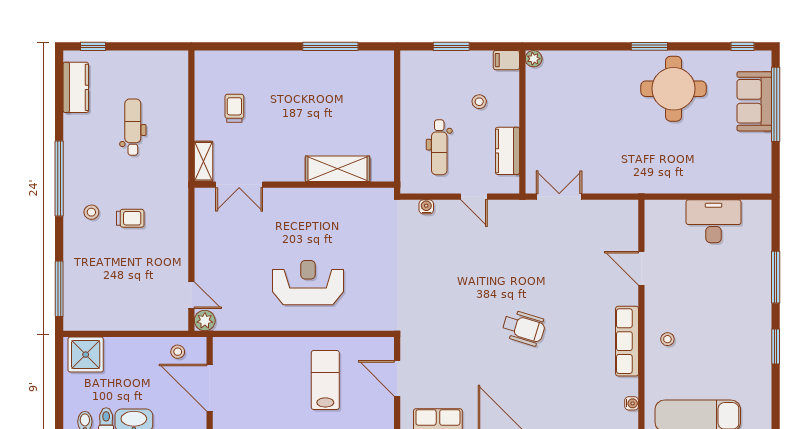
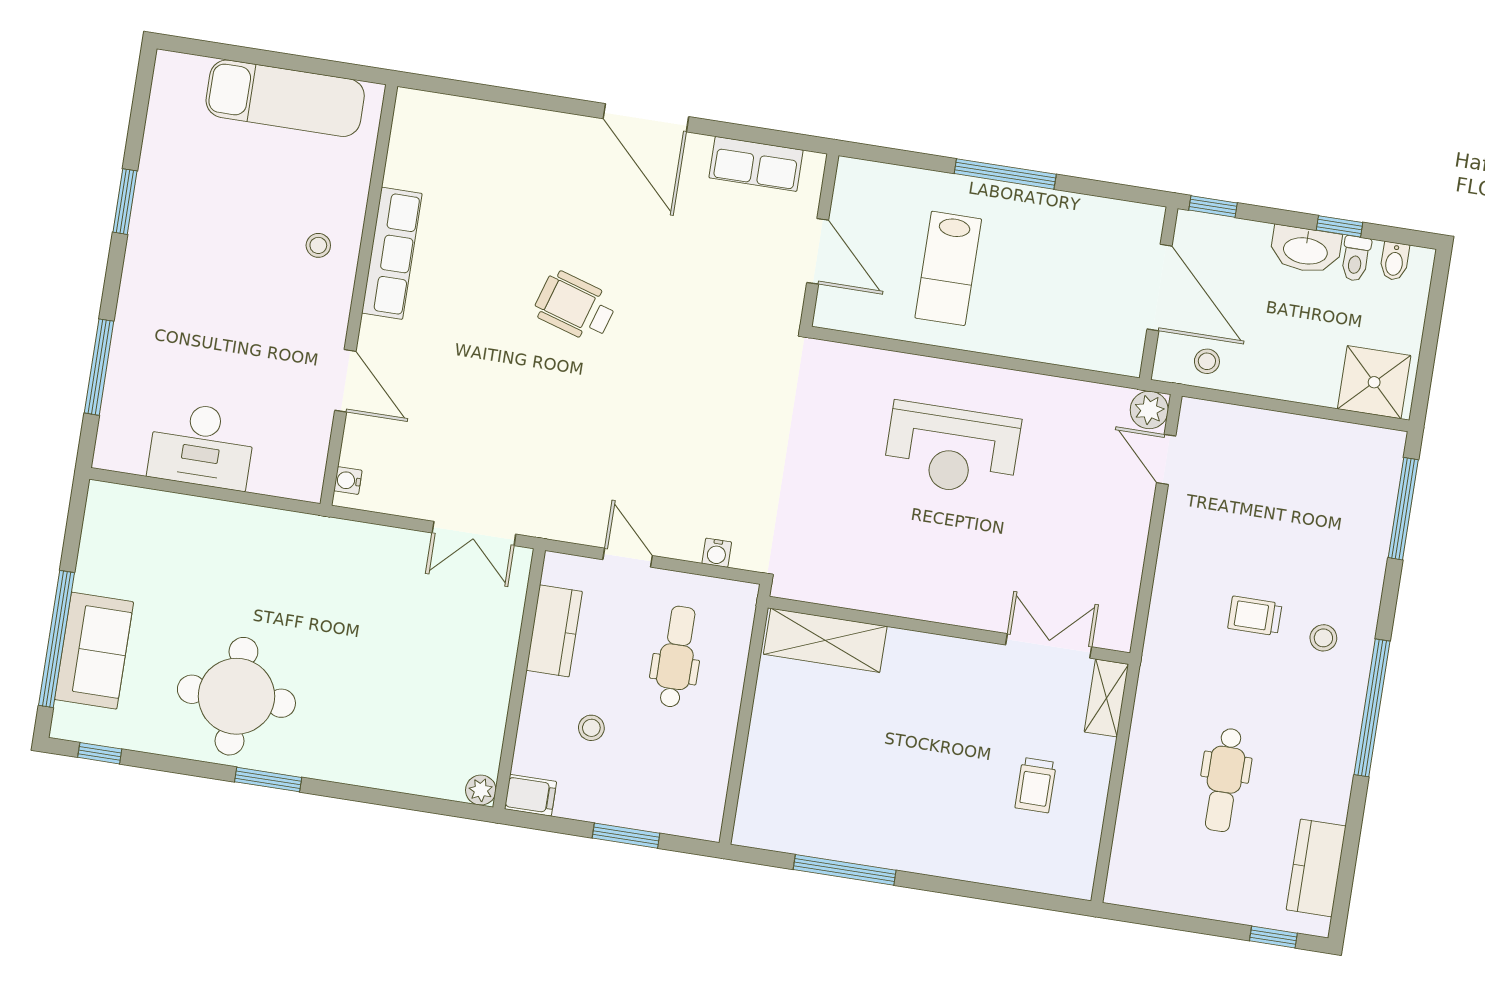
shelving: (338, 169) -> (825, 640), moved
window: (776, 277) -> (99, 367), moved
water cooler: (632, 403) -> (348, 481), moved

